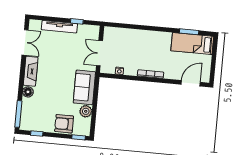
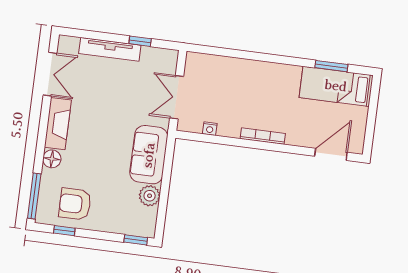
armchair: (64, 124) -> (75, 204), moved

